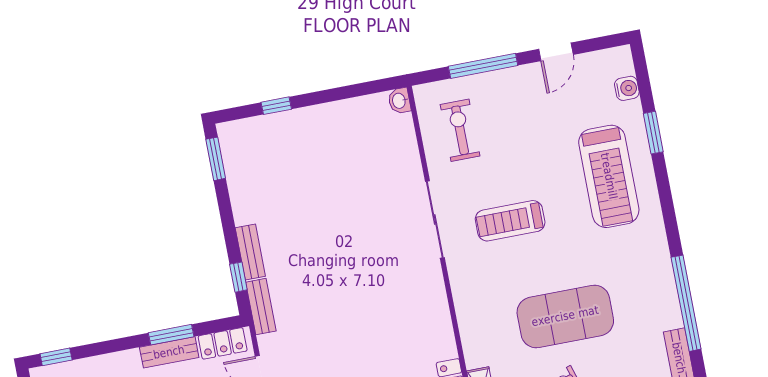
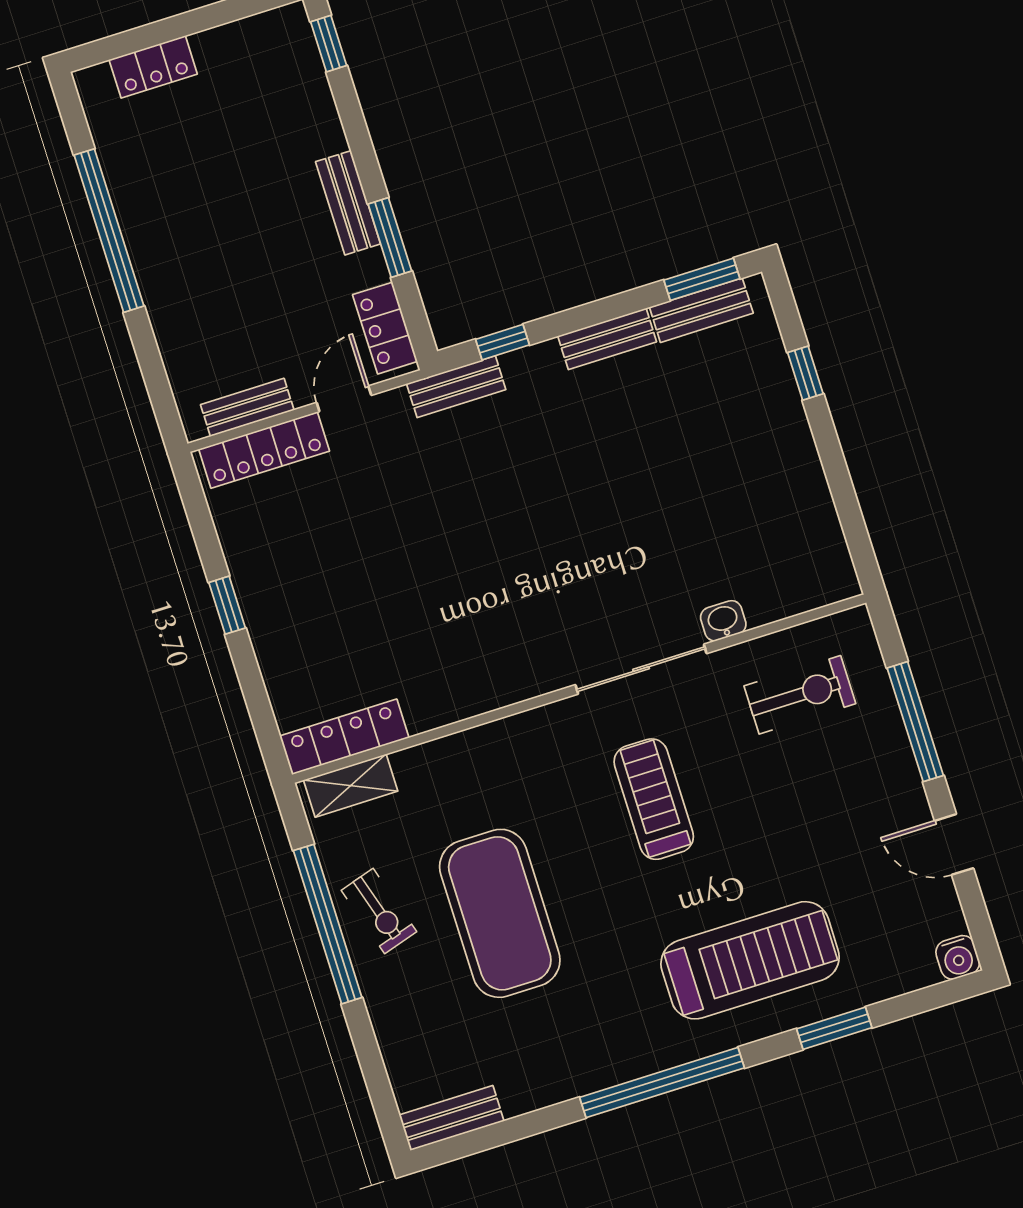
water cooler: (627, 88) -> (958, 957), moved
washbasin: (399, 101) -> (723, 621), moved
bench: (233, 161) -> (701, 310), added
treadmill: (609, 176) -> (750, 960), turned 180
bench: (250, 252) -> (607, 339), moved
window: (686, 303) -> (662, 1083), moved
bench: (169, 352) -> (348, 203), moved

